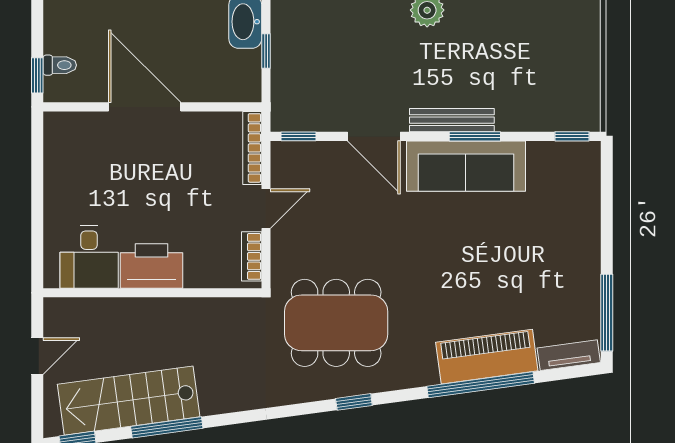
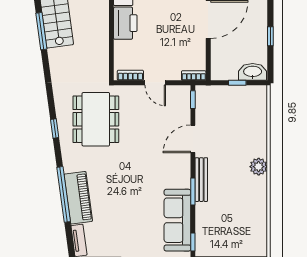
bookcase: (252, 148) -> (194, 76), width x0.64
sofa: (466, 166) -> (177, 220), moved

